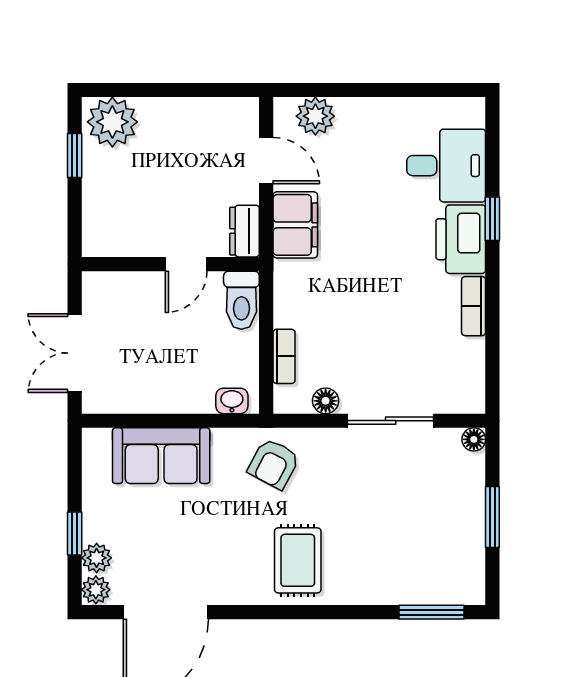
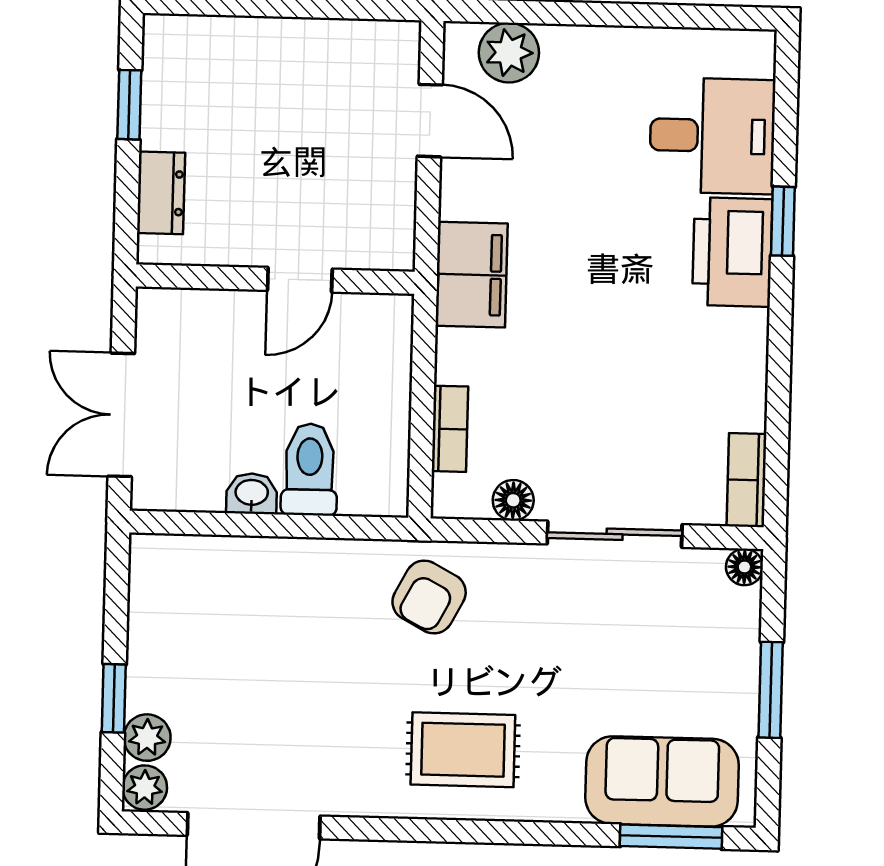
plant: (112, 122) -> (190, 54), removed
filing cabinet: (295, 225) -> (472, 275), moved
dresser: (245, 231) -> (161, 193), moved, turned 180
toilet: (241, 300) -> (310, 469), moved, turned 180
bookcase: (474, 306) -> (746, 480), moved
washbasin: (232, 401) -> (252, 494), moved
sofa: (161, 456) -> (662, 781), moved, turned 180
rug: (298, 560) -> (463, 750), turned 90

